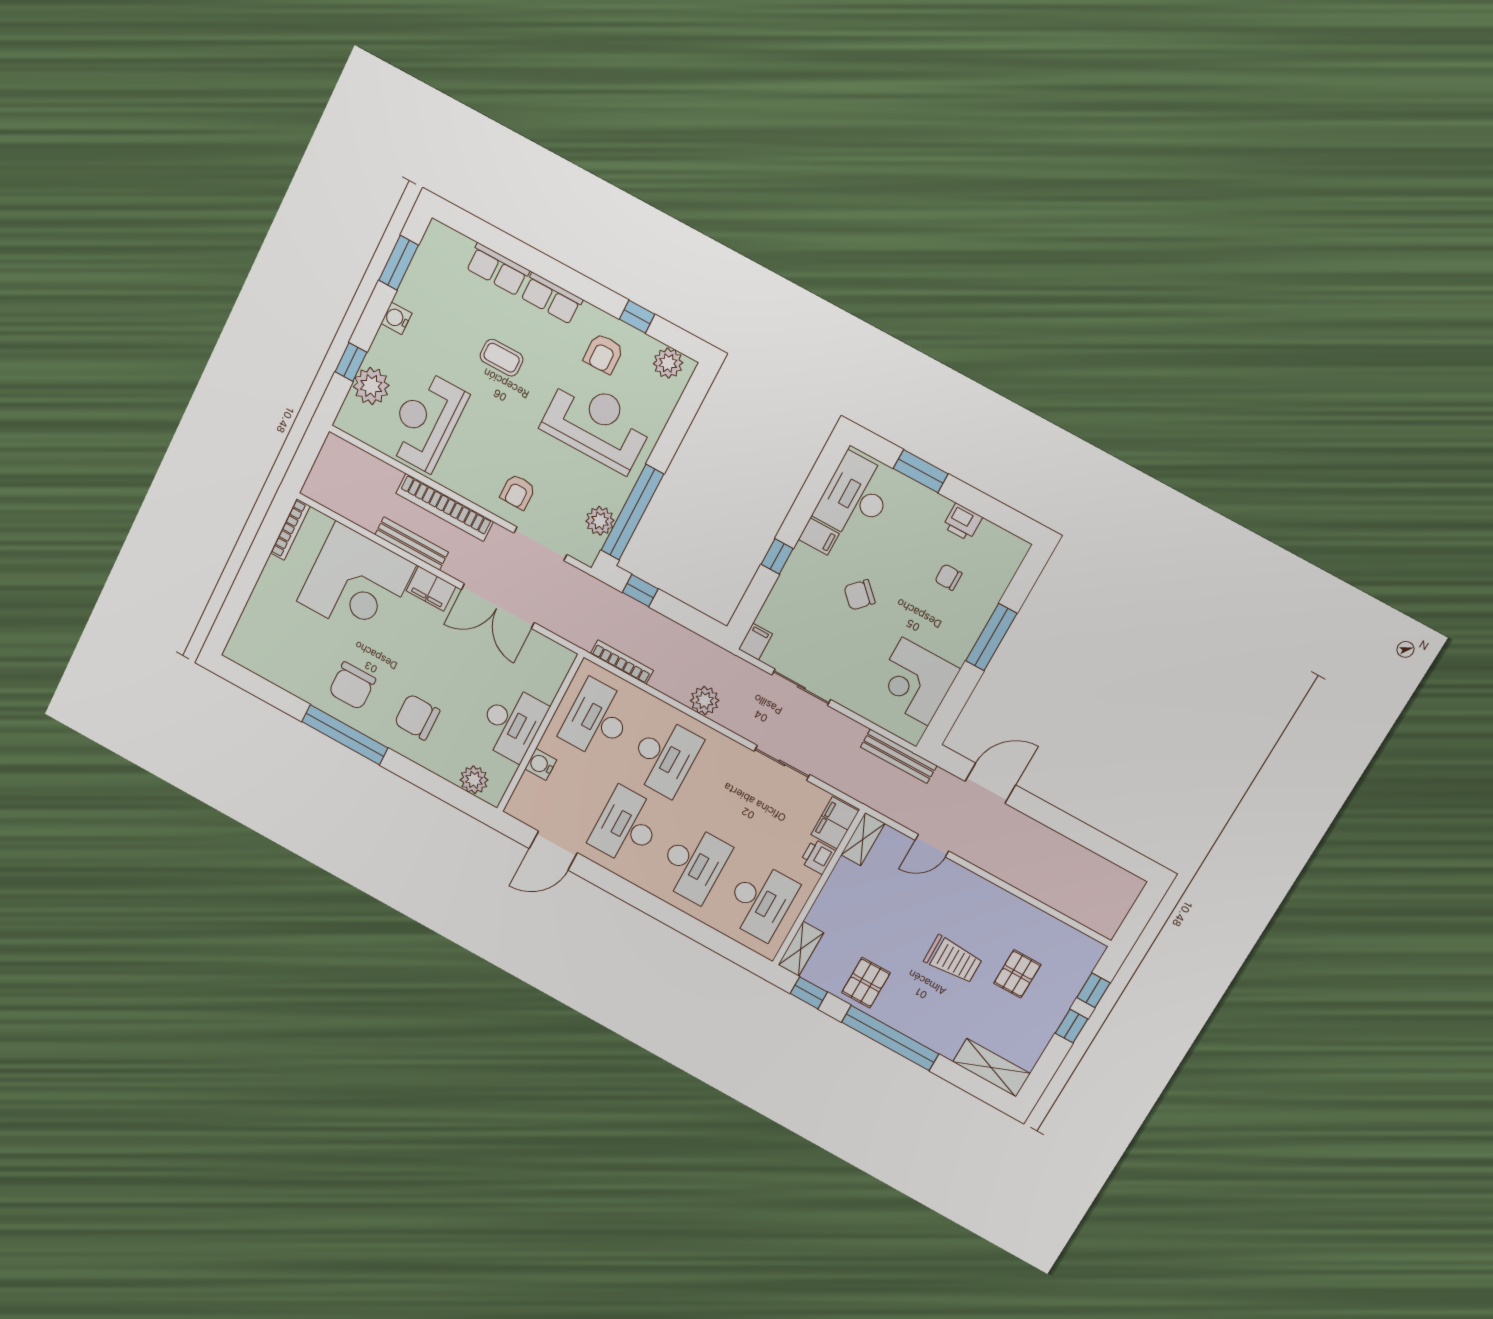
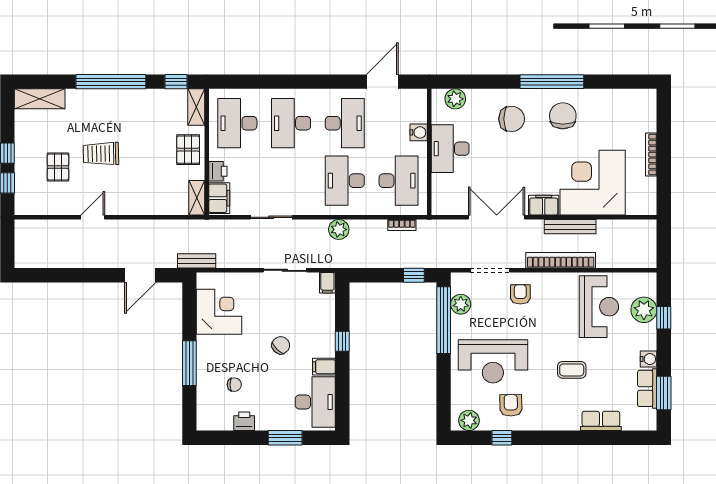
row of seats: (551, 298) -> (647, 388), moved, turned -90
bookcase: (290, 529) -> (651, 155), moved
bookcase: (622, 662) -> (402, 225), width x0.64
bench: (899, 756) -> (197, 261), width x0.73
door: (932, 846) -> (93, 217), moved
pallet: (866, 983) -> (188, 150), moved

